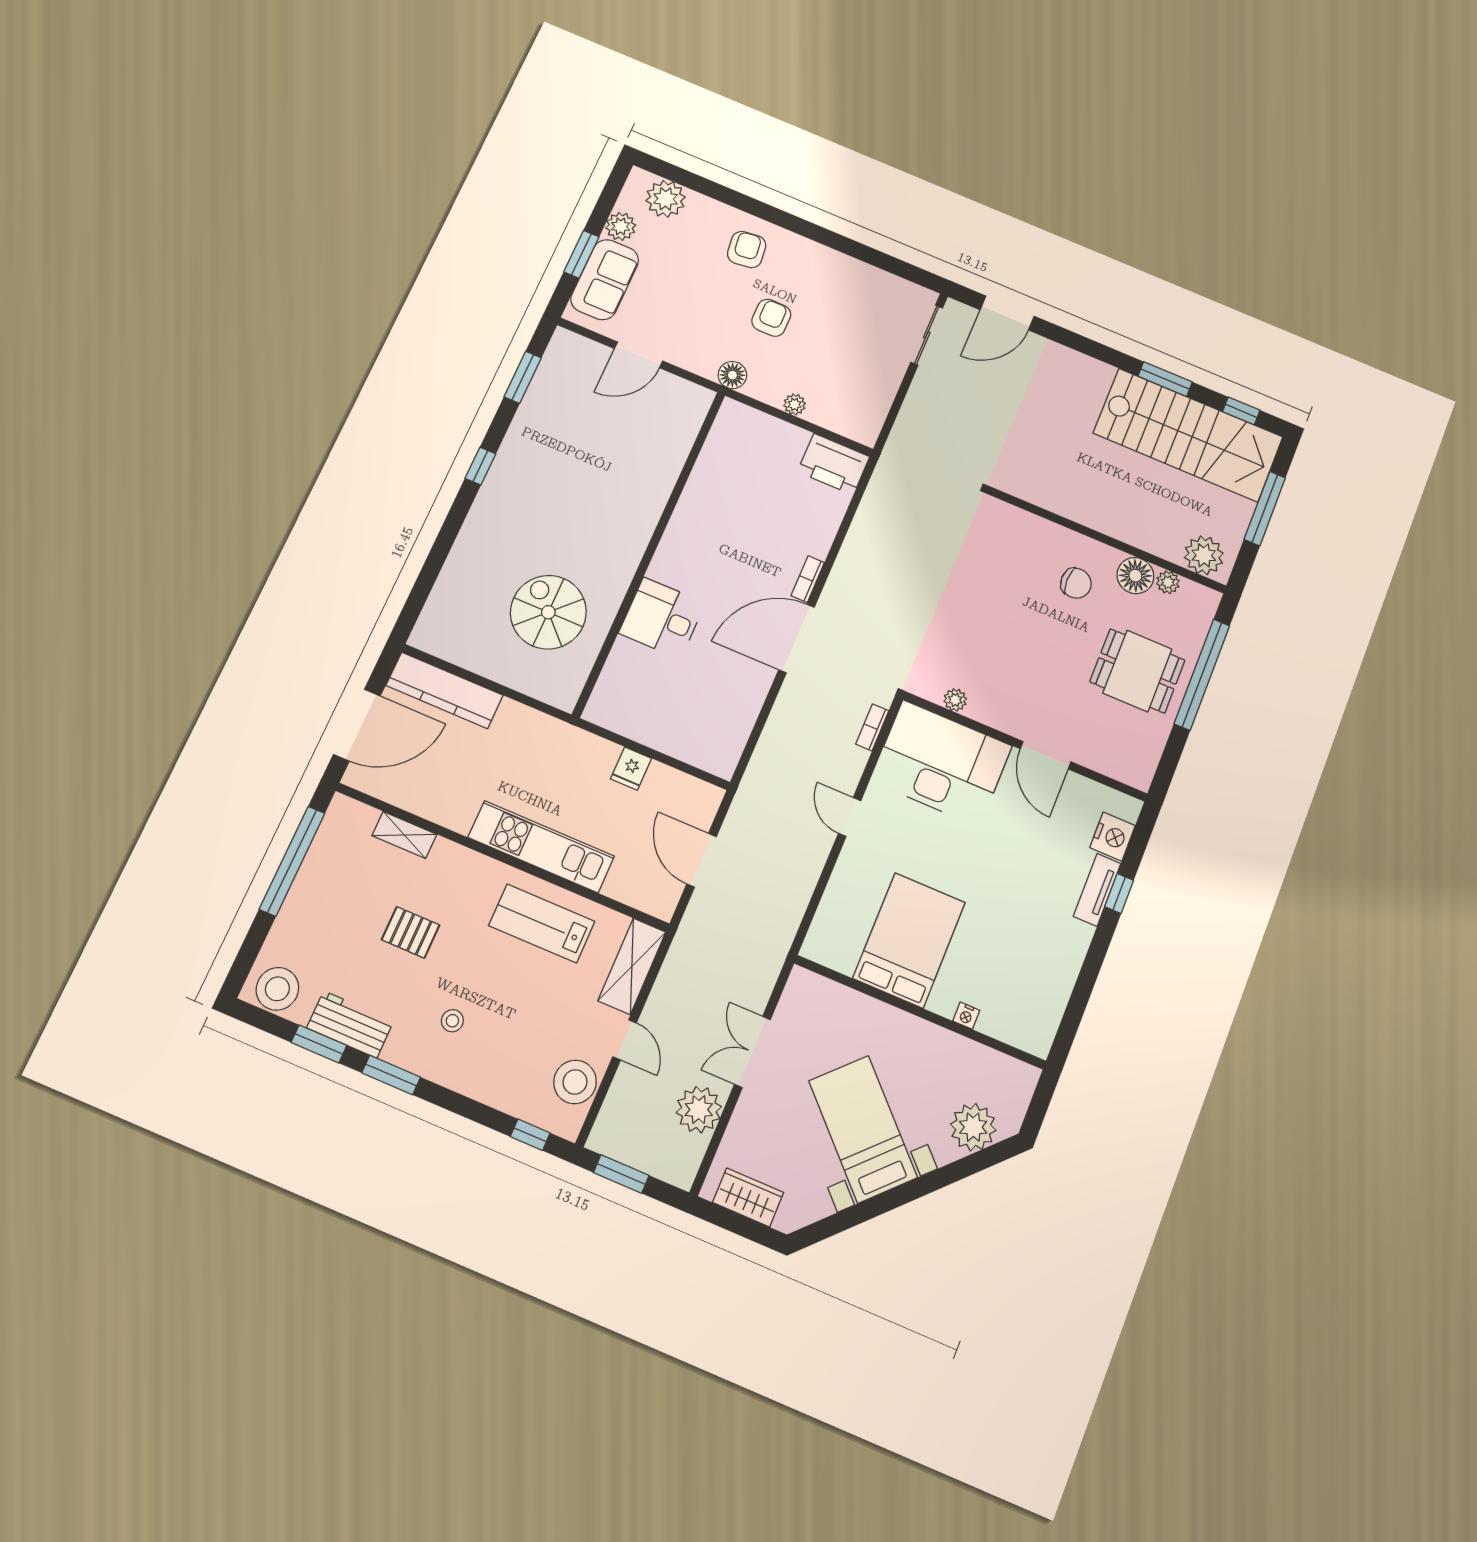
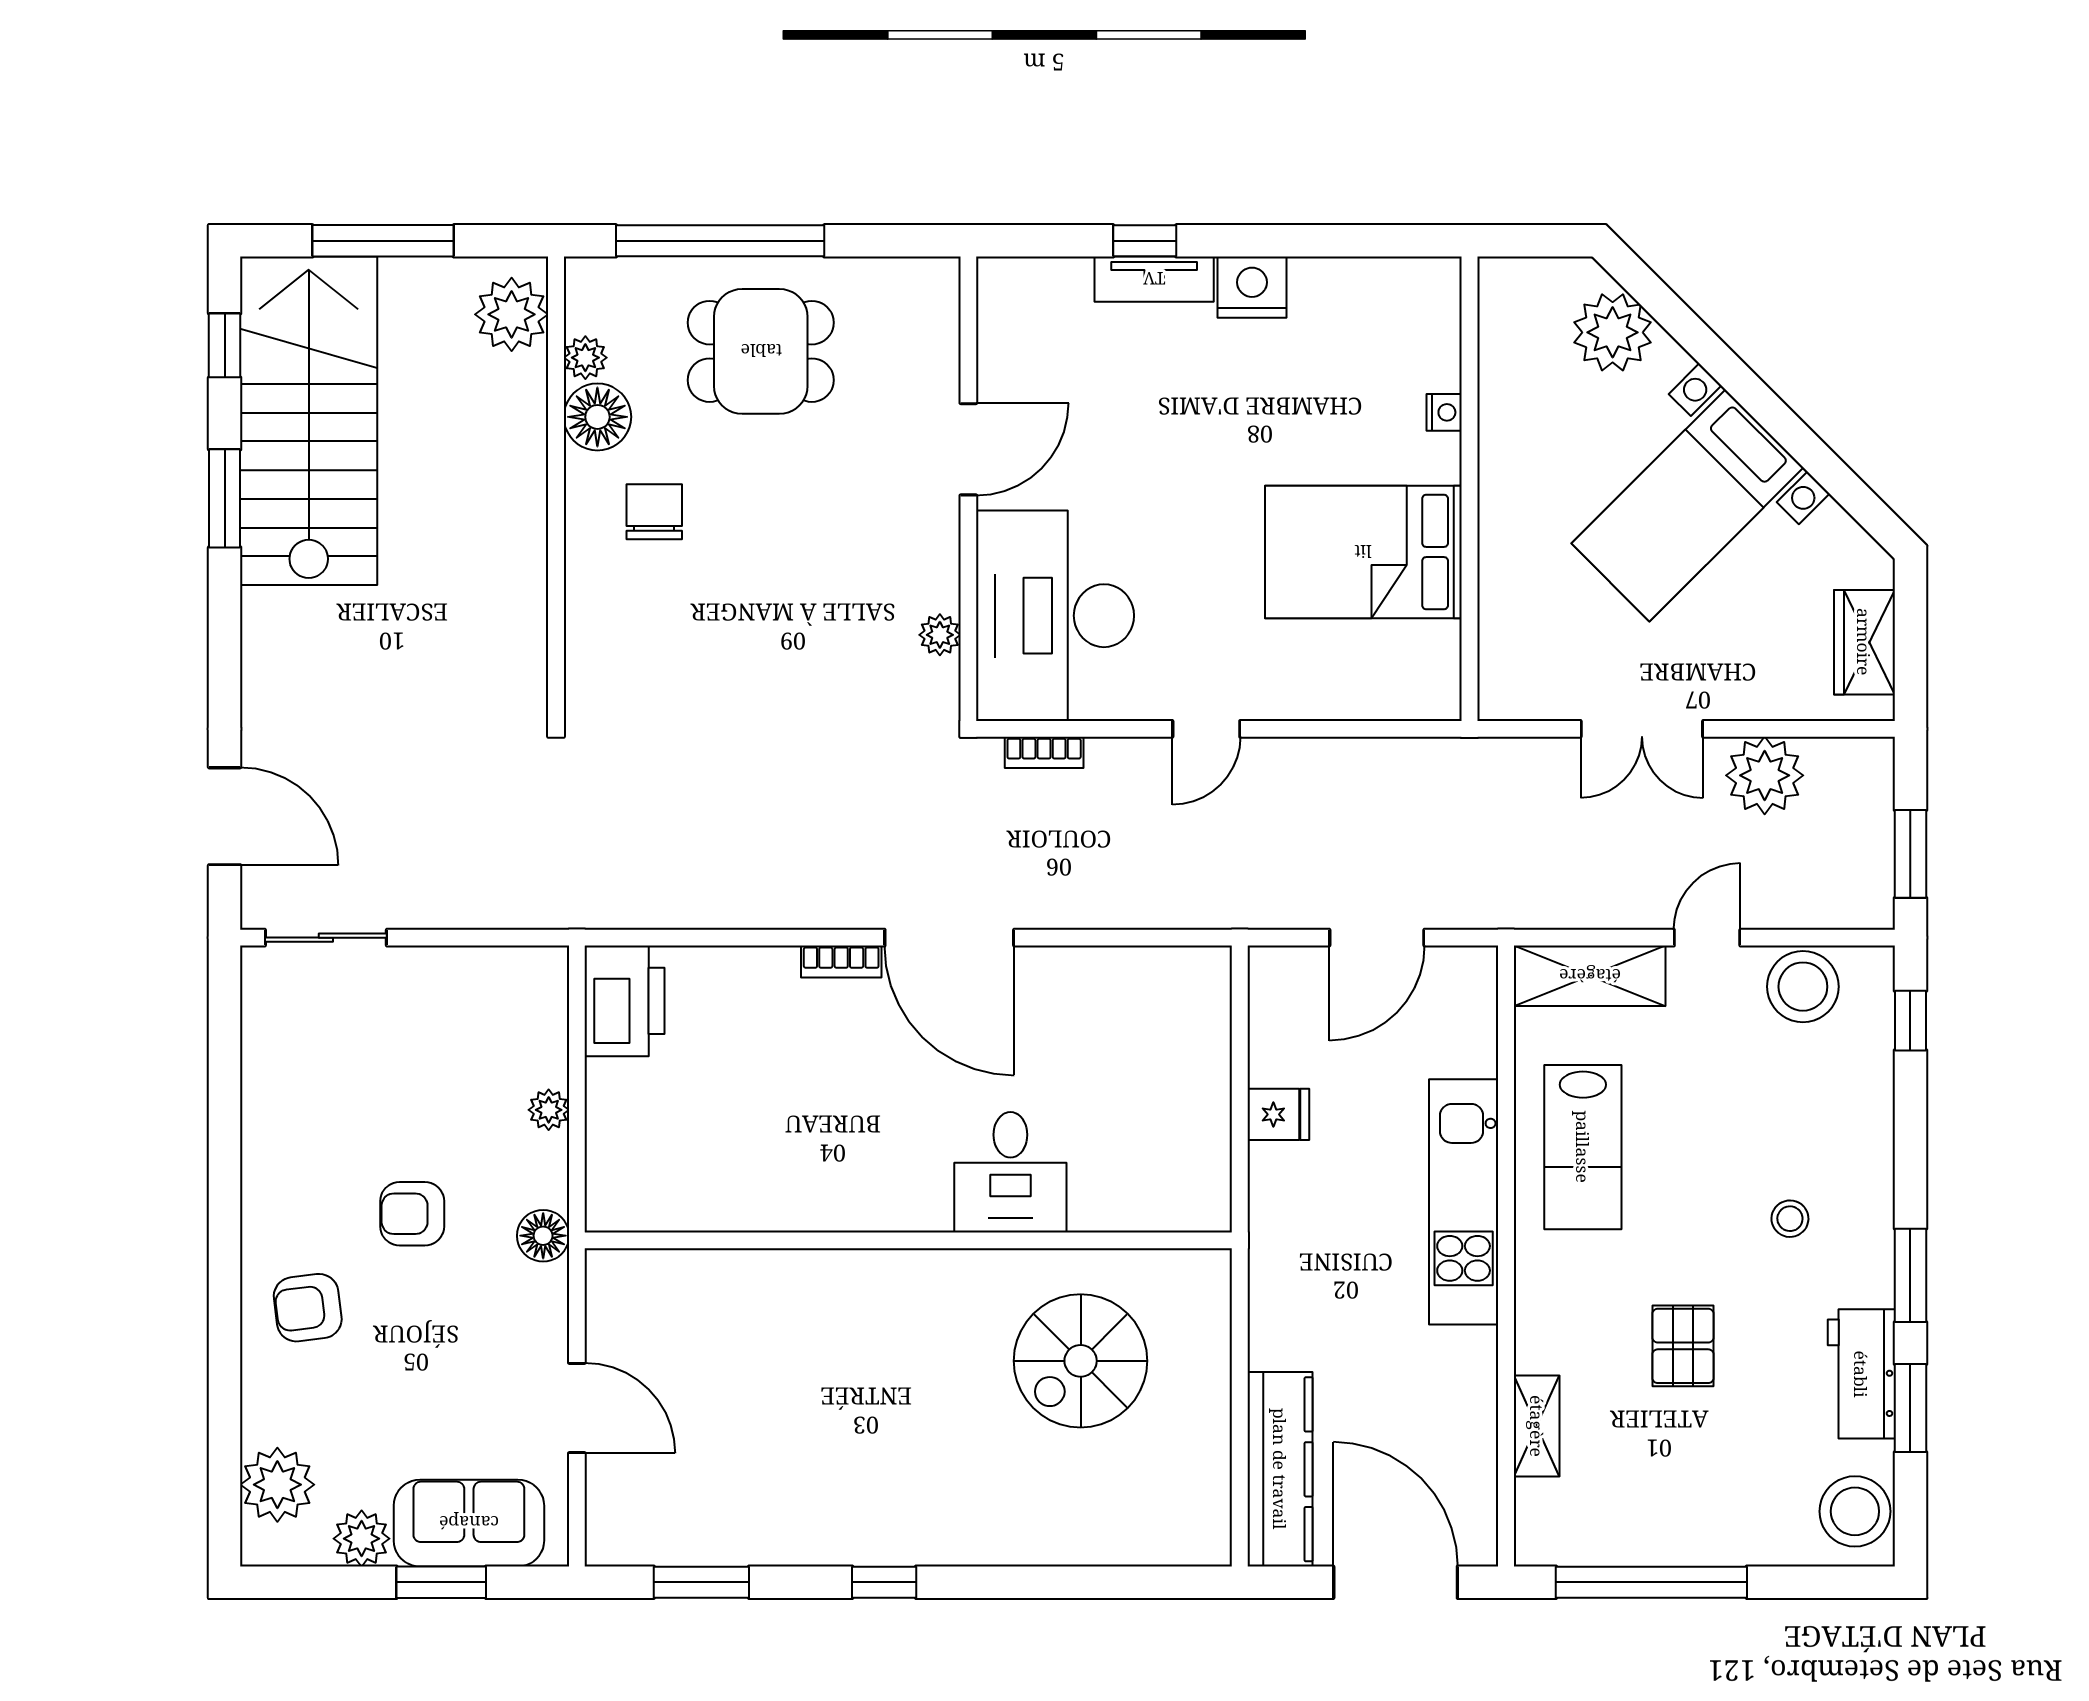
dining table: (1137, 671) -> (761, 351), turned 90
nightstand: (1112, 837) -> (1252, 287), moved

